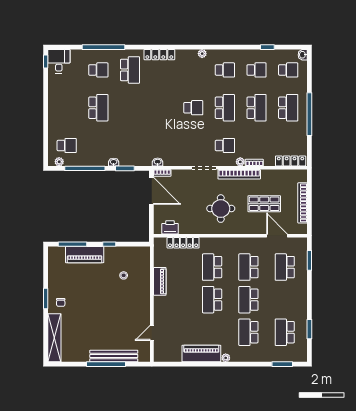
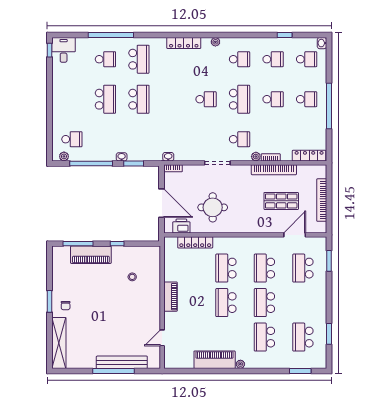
locker: (159, 55) -> (184, 43), moved
school desk: (130, 108) -> (139, 99), added
school desk: (257, 108) -> (273, 99), width x0.54
school desk: (288, 108) -> (307, 99), width x0.54
bookcase: (239, 174) -> (274, 170), moved
door: (151, 191) -> (162, 203), moved
round table: (221, 209) -> (213, 207), moved
door: (277, 236) -> (295, 235), hinge flipped
piano: (160, 281) -> (170, 297), moved

